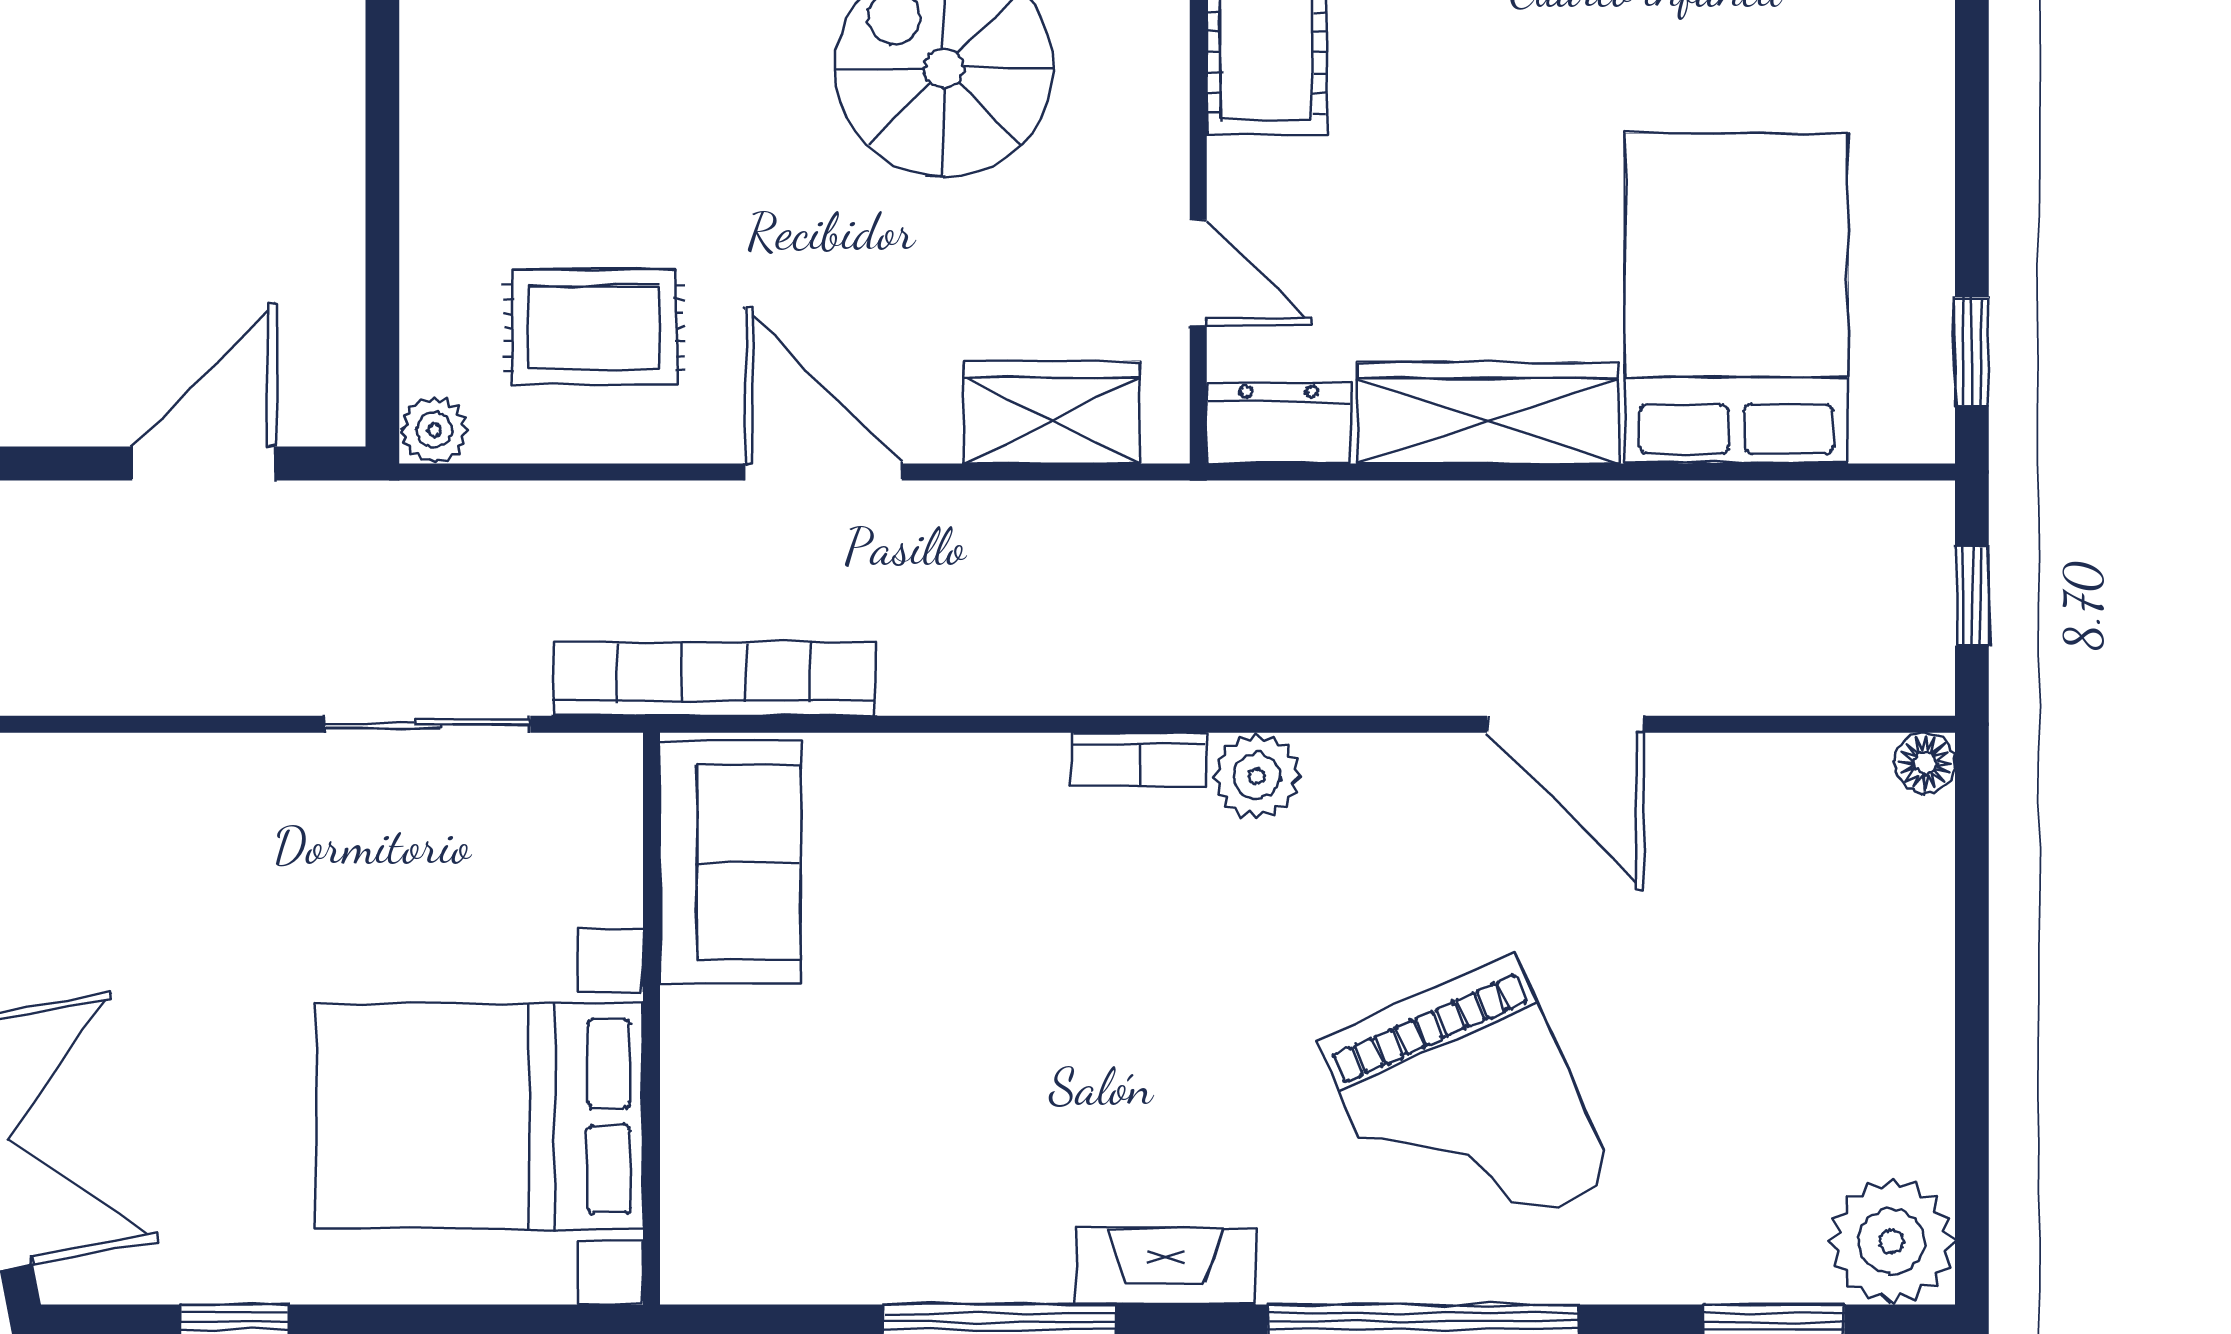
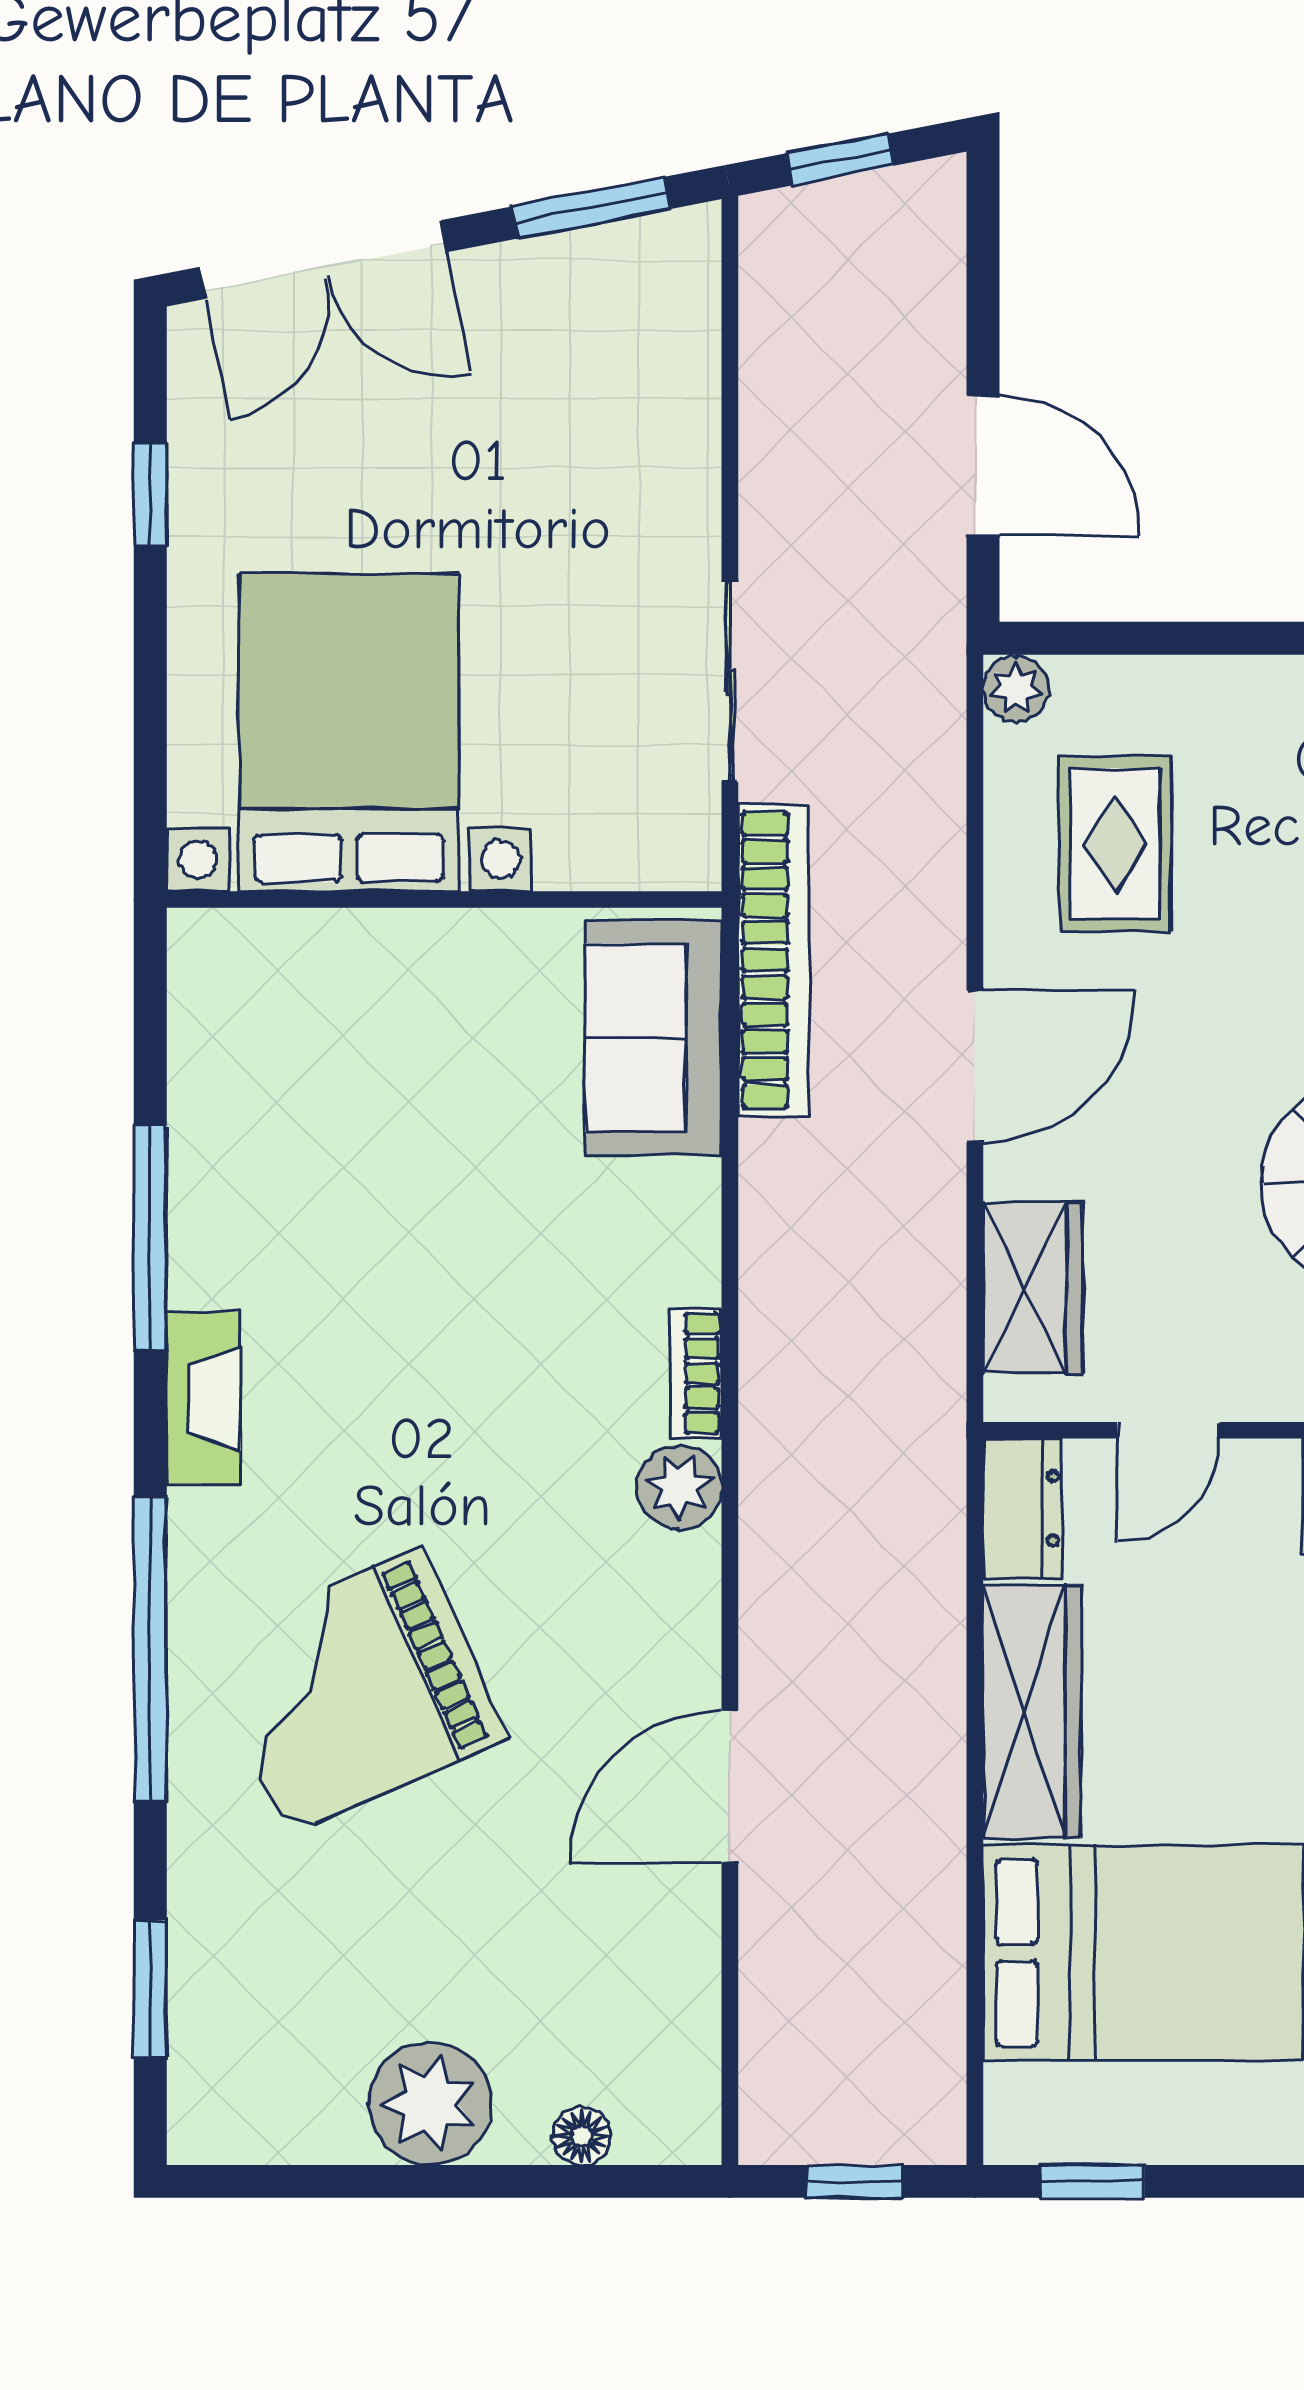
floor lamp: (1925, 763) -> (581, 2136), moved
sofa: (730, 862) -> (654, 1038), moved, turned 90
plant: (1892, 1241) -> (430, 2104), moved

